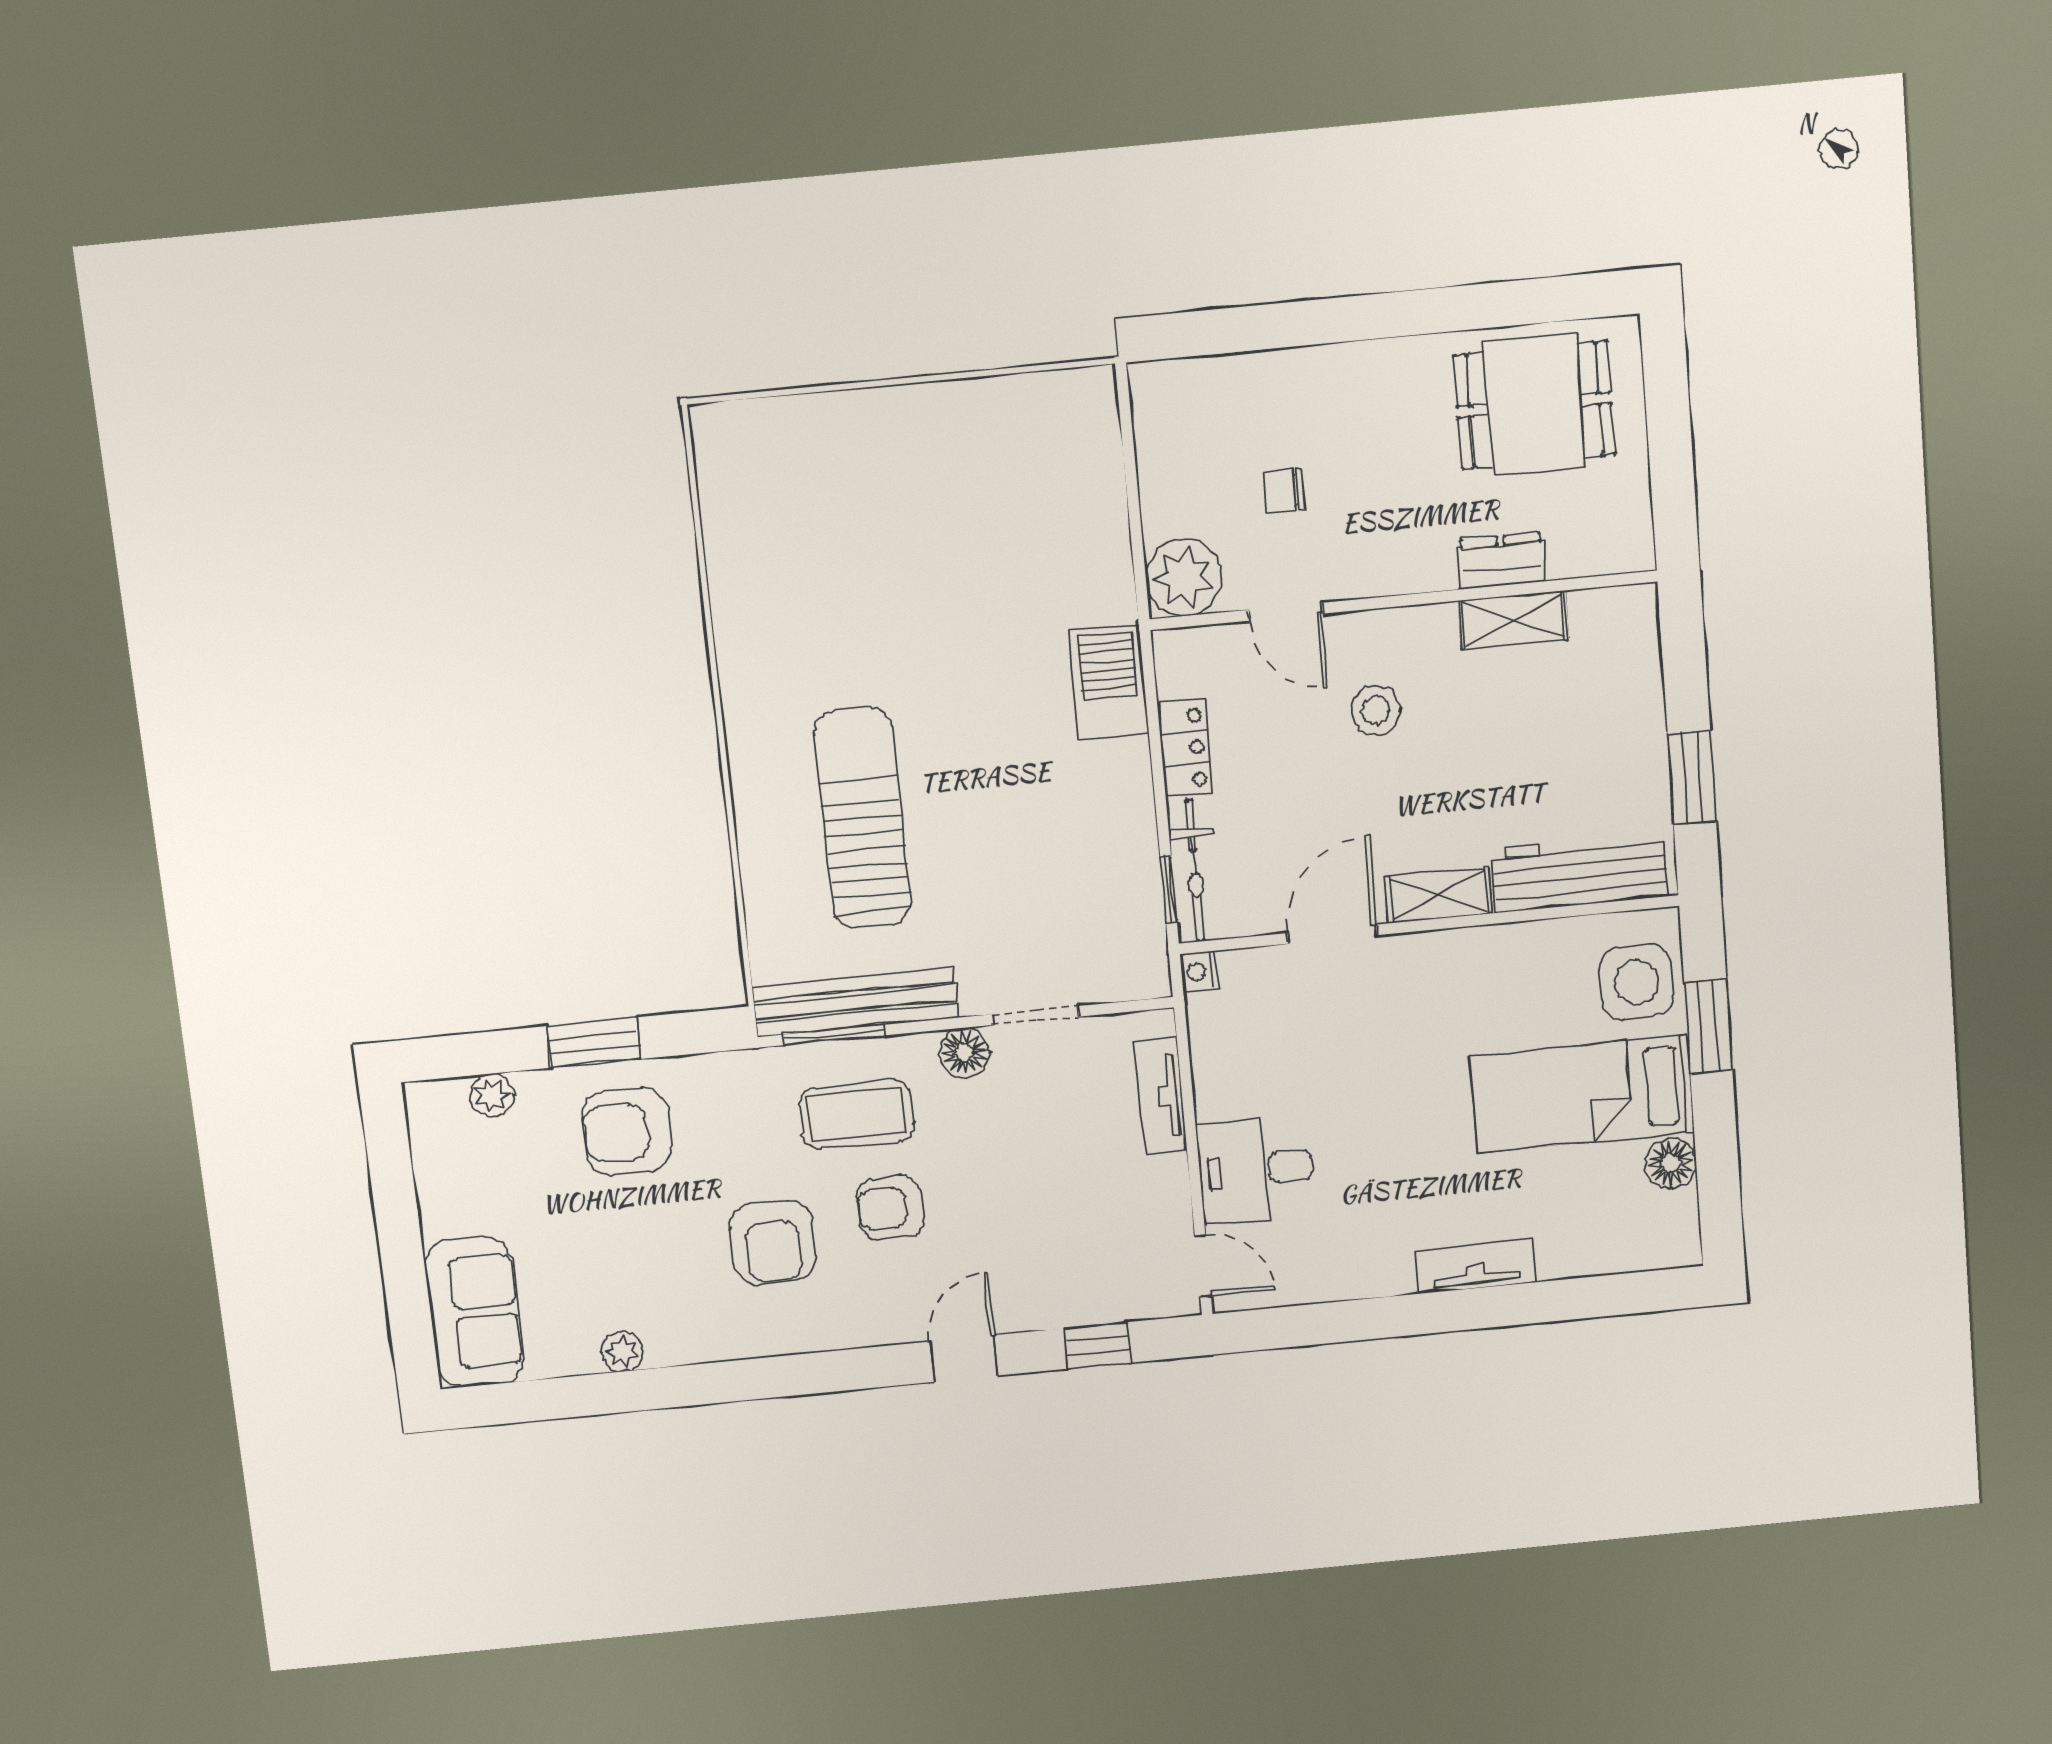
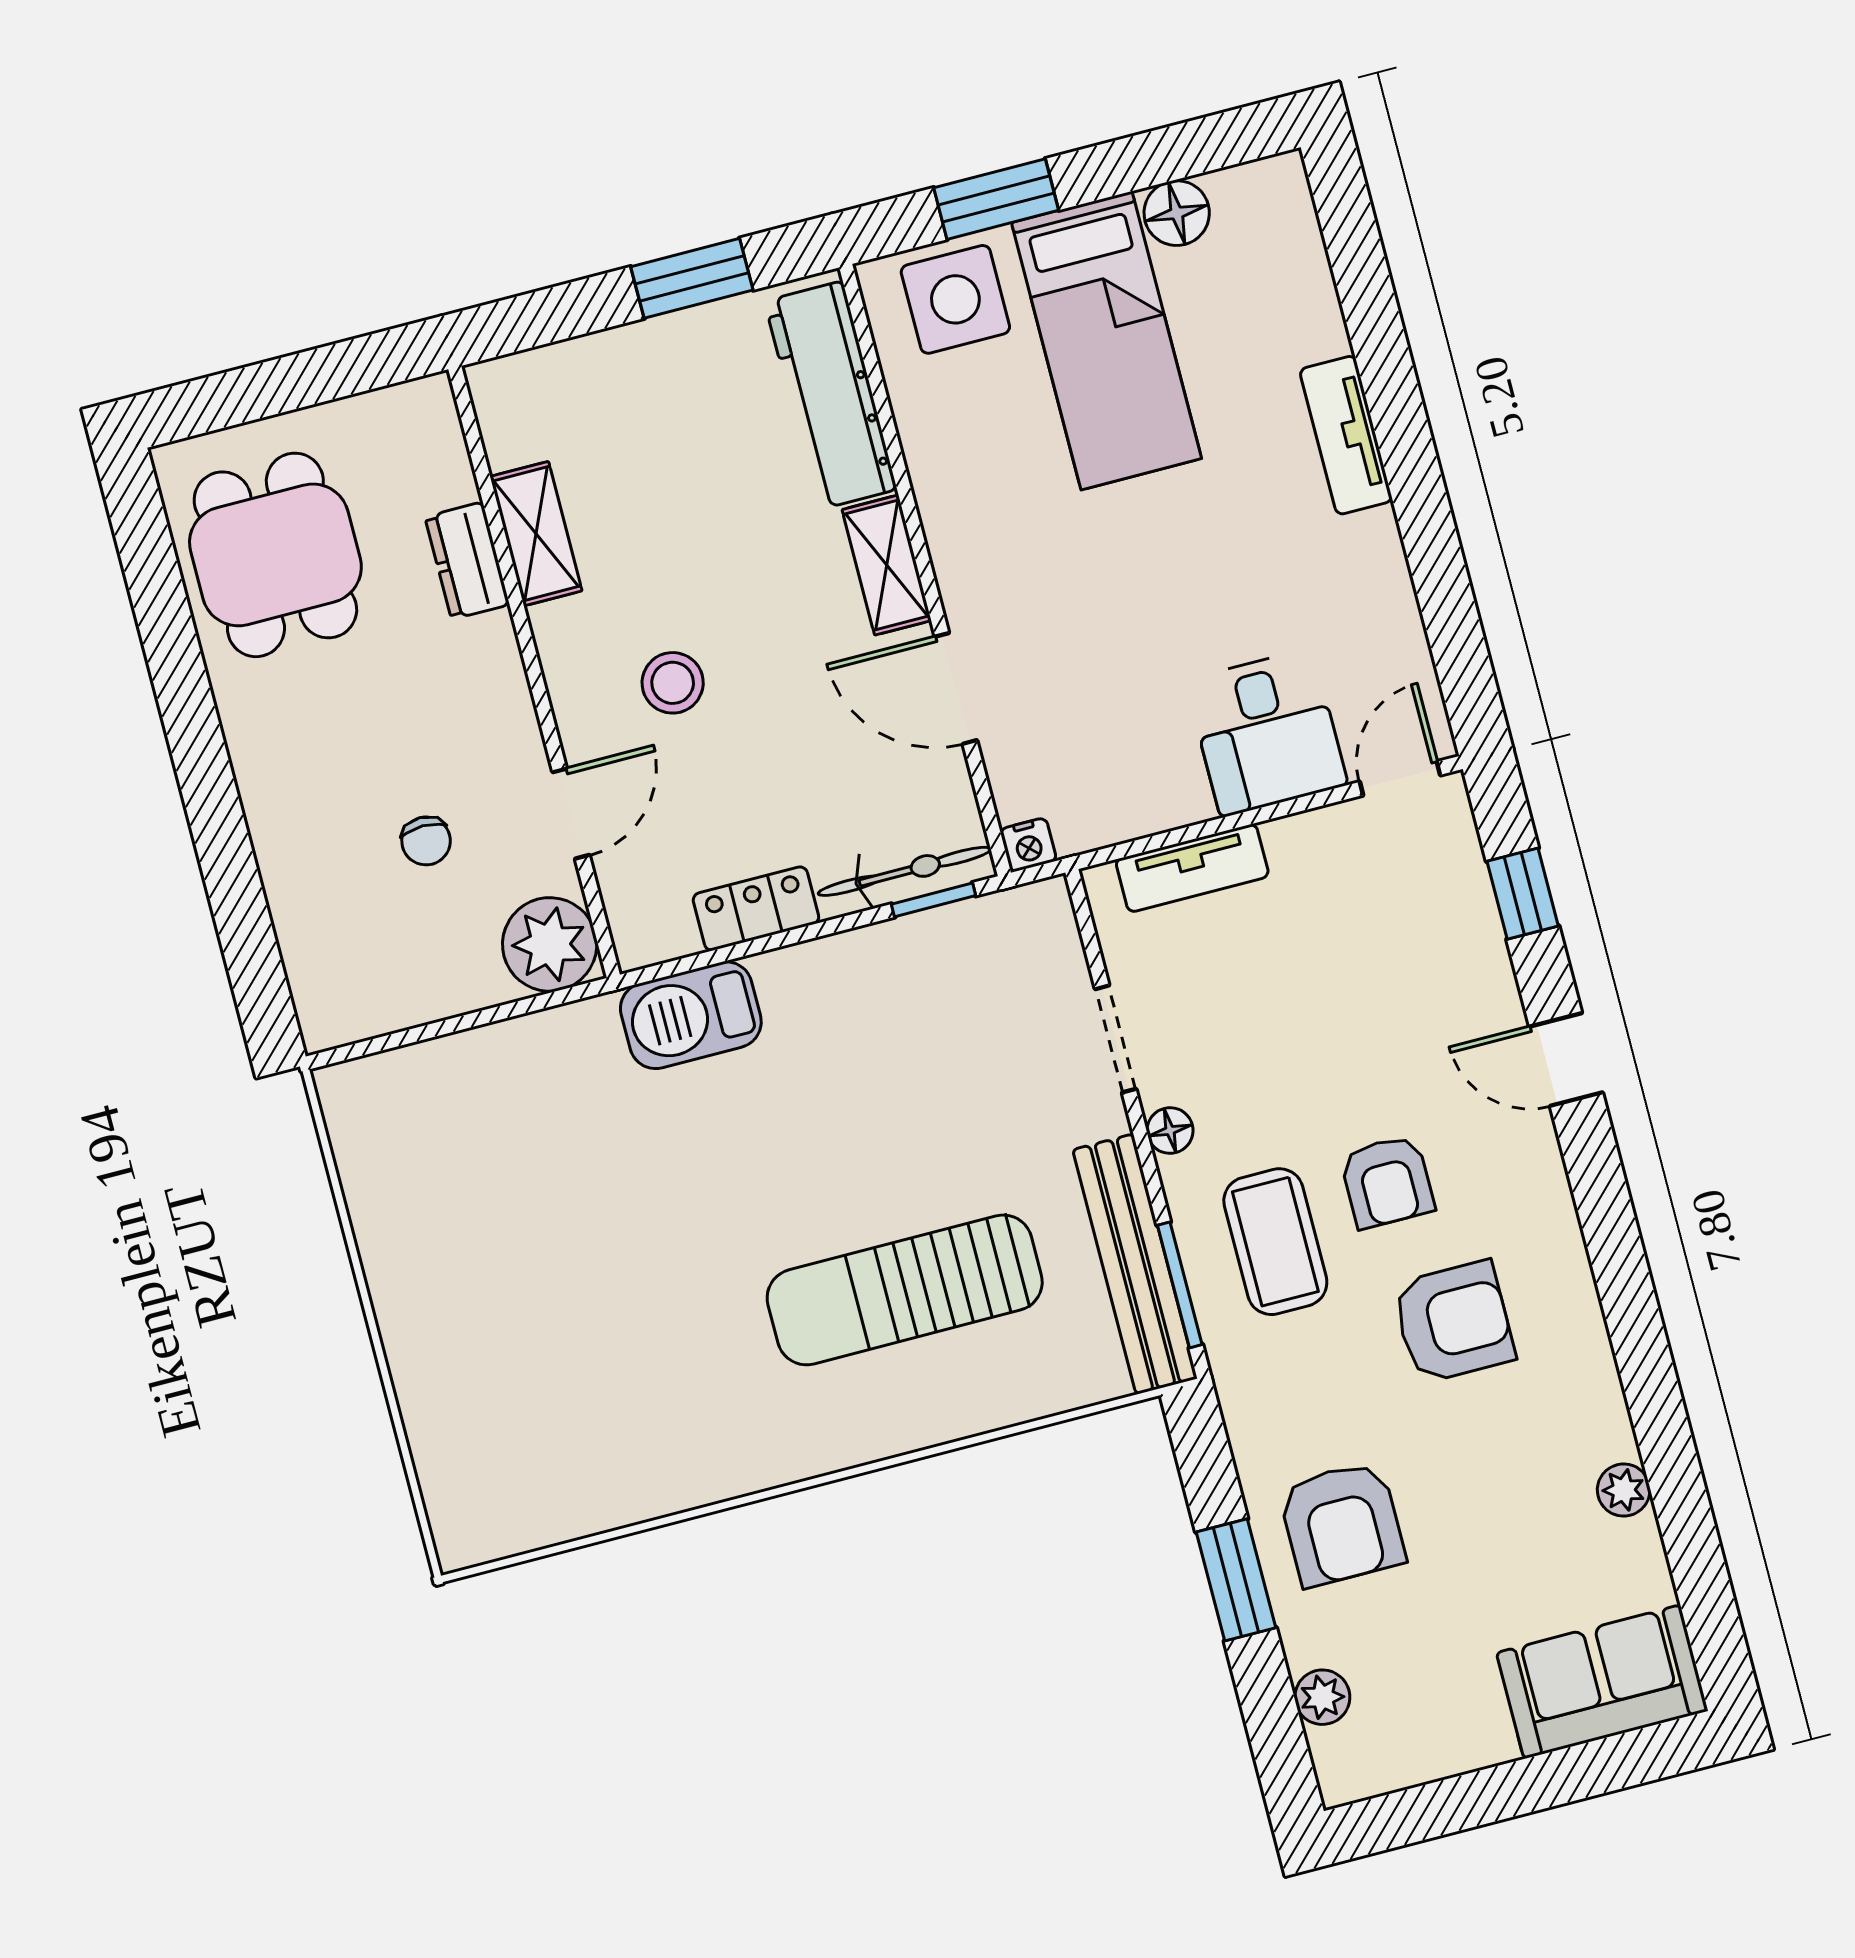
floor lamp: (964, 1053) -> (1170, 1131), width x0.73, depth x0.73

